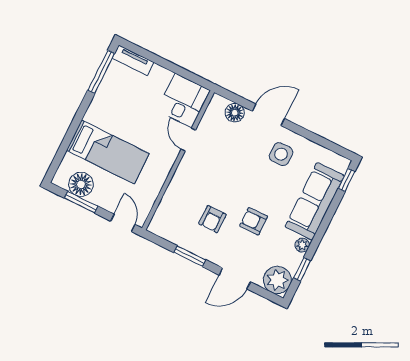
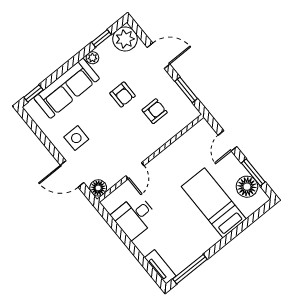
door: (188, 140) -> (135, 171), moved
wall: (178, 160) -> (150, 158), moved

